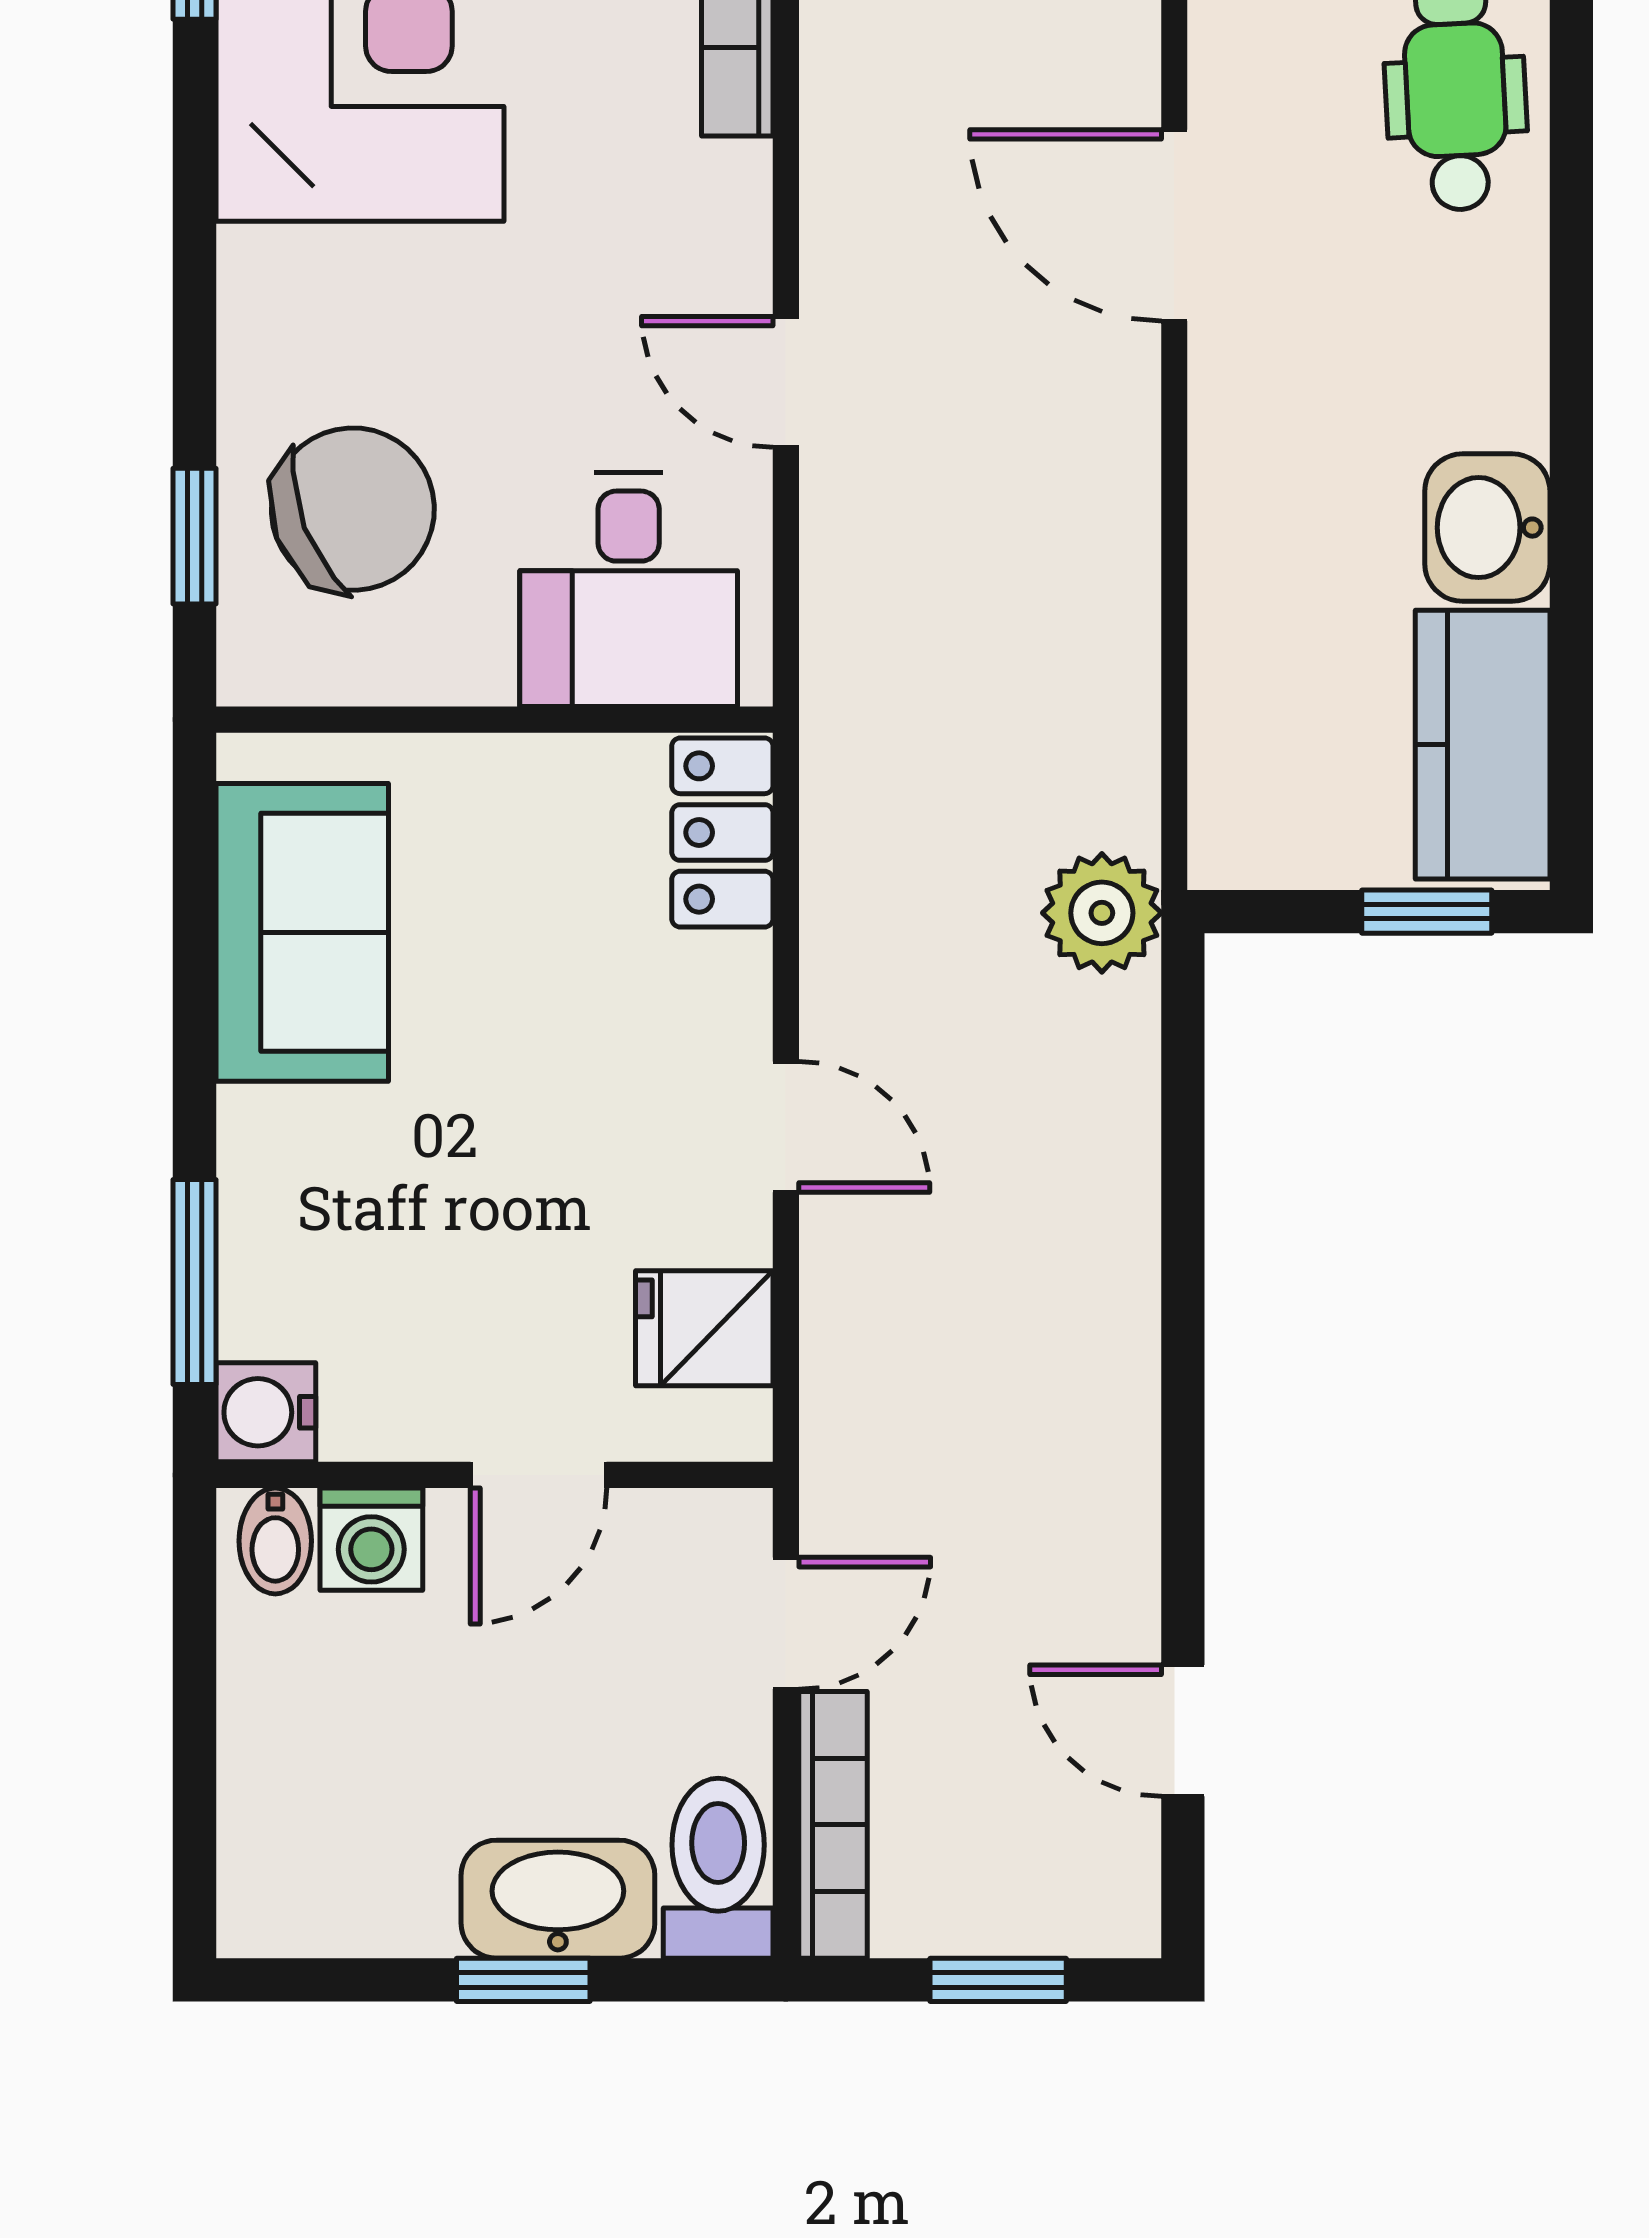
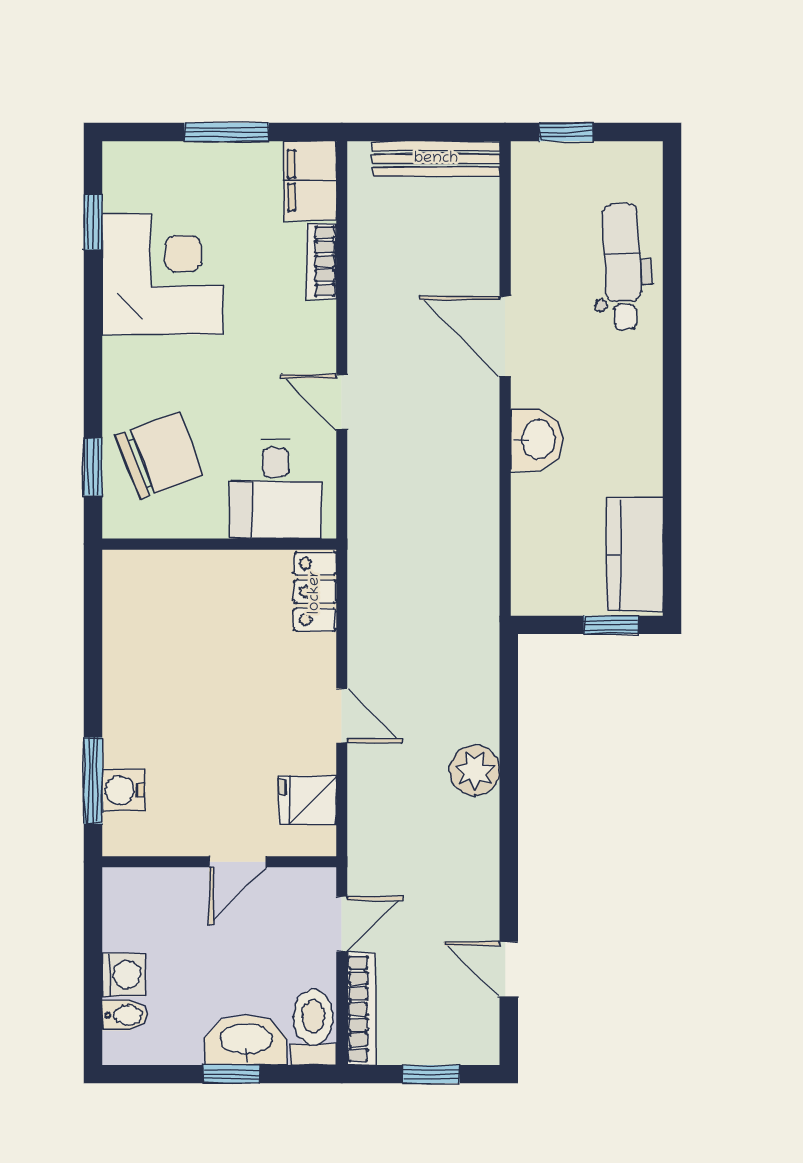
washbasin: (1487, 528) -> (537, 440), moved, turned 180
plant: (1102, 913) -> (475, 770), moved
sofa: (302, 932) -> (138, 634), removed
water cooler: (266, 1412) -> (123, 790), moved
washing machine: (371, 1539) -> (124, 975), moved, turned -90
bidet: (275, 1541) -> (124, 1015), moved, turned -90

